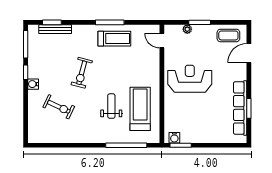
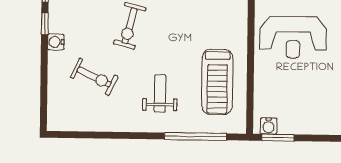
reception desk: (190, 79) -> (293, 37), turned 180
weight bench: (111, 106) -> (160, 93), moved
treadmill: (140, 109) -> (217, 82), turned 180

